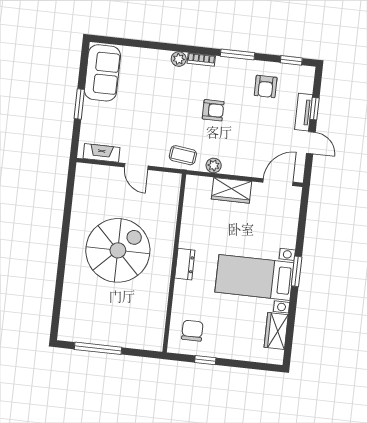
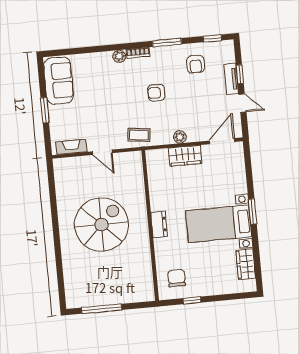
armchair: (213, 110) -> (156, 93), turned 180
plant: (214, 165) -> (180, 137), moved

